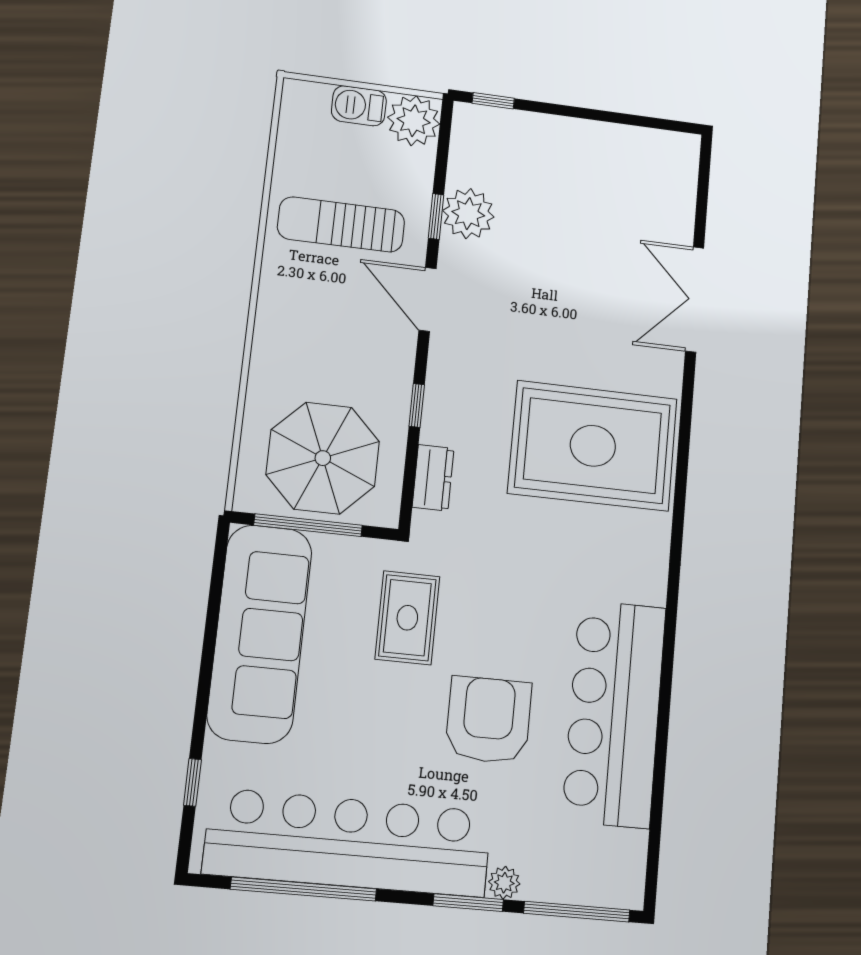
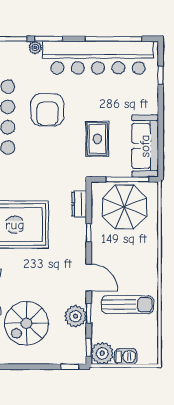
window: (444, 139) -> (89, 347), added
spiral stairs: (584, 212) -> (26, 323), added
rug: (407, 618) -> (97, 139), moved
sofa: (260, 633) -> (145, 146), width x0.74, depth x0.79

